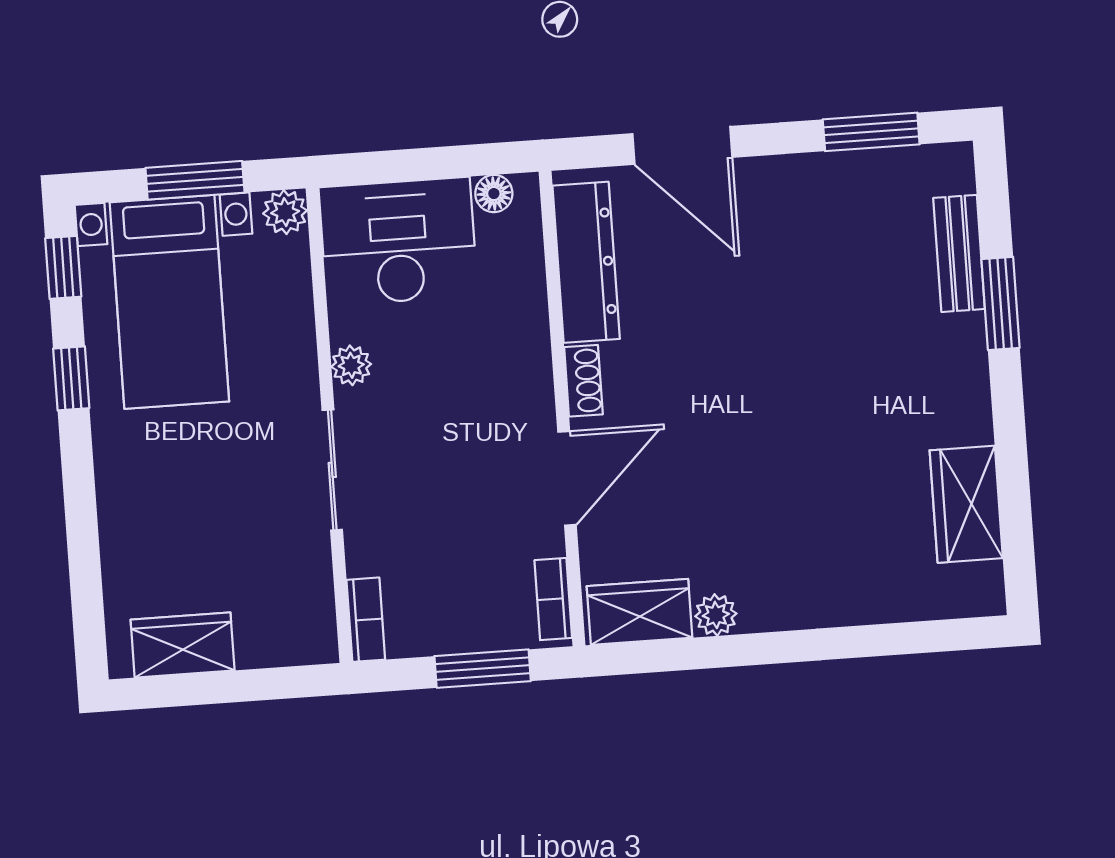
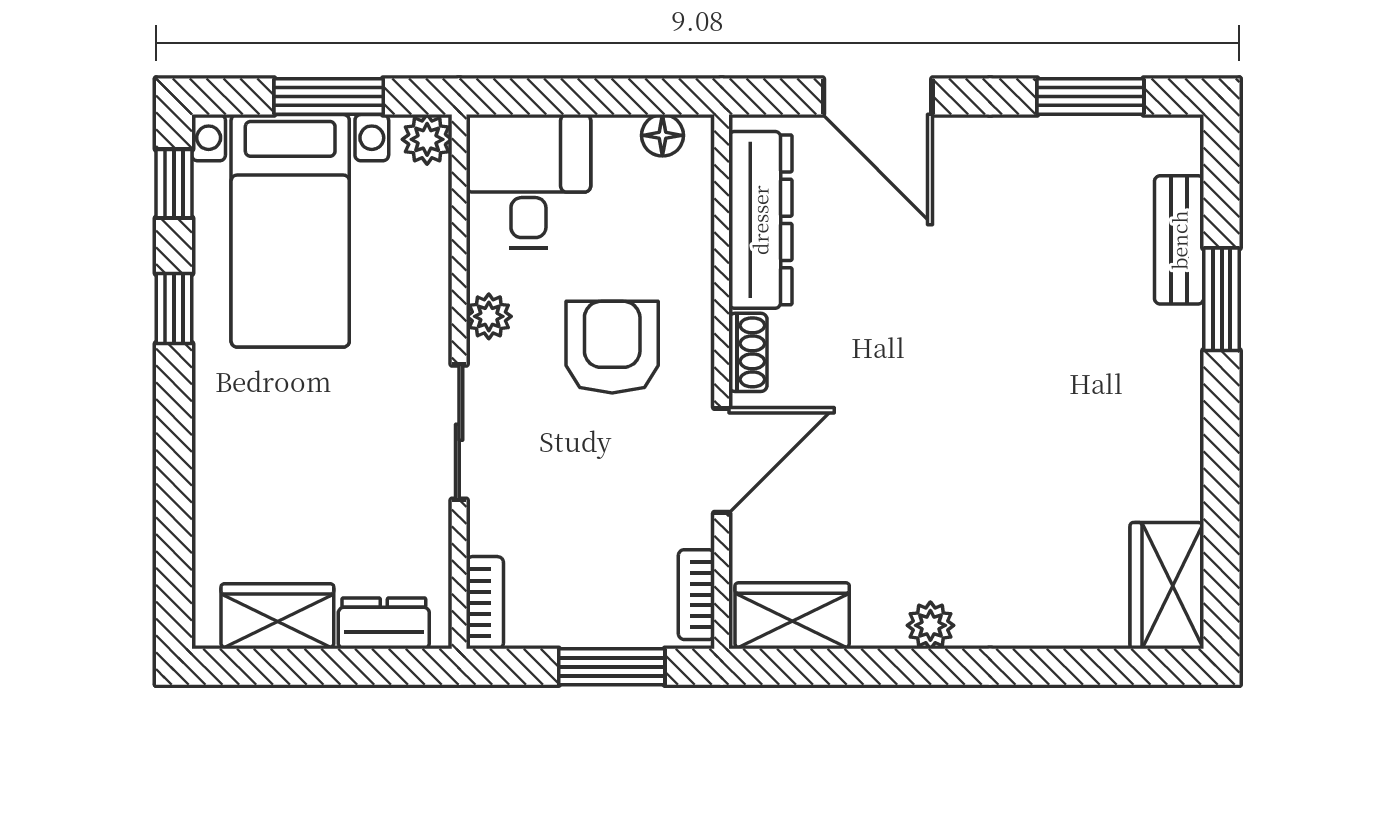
desk: (398, 241) -> (528, 181), width x0.73
armchair: (463, 385) -> (612, 347), added
wardrobe: (966, 504) -> (1167, 586), moved
plant: (716, 615) -> (930, 625), moved
dresser: (278, 645) -> (384, 623), added

